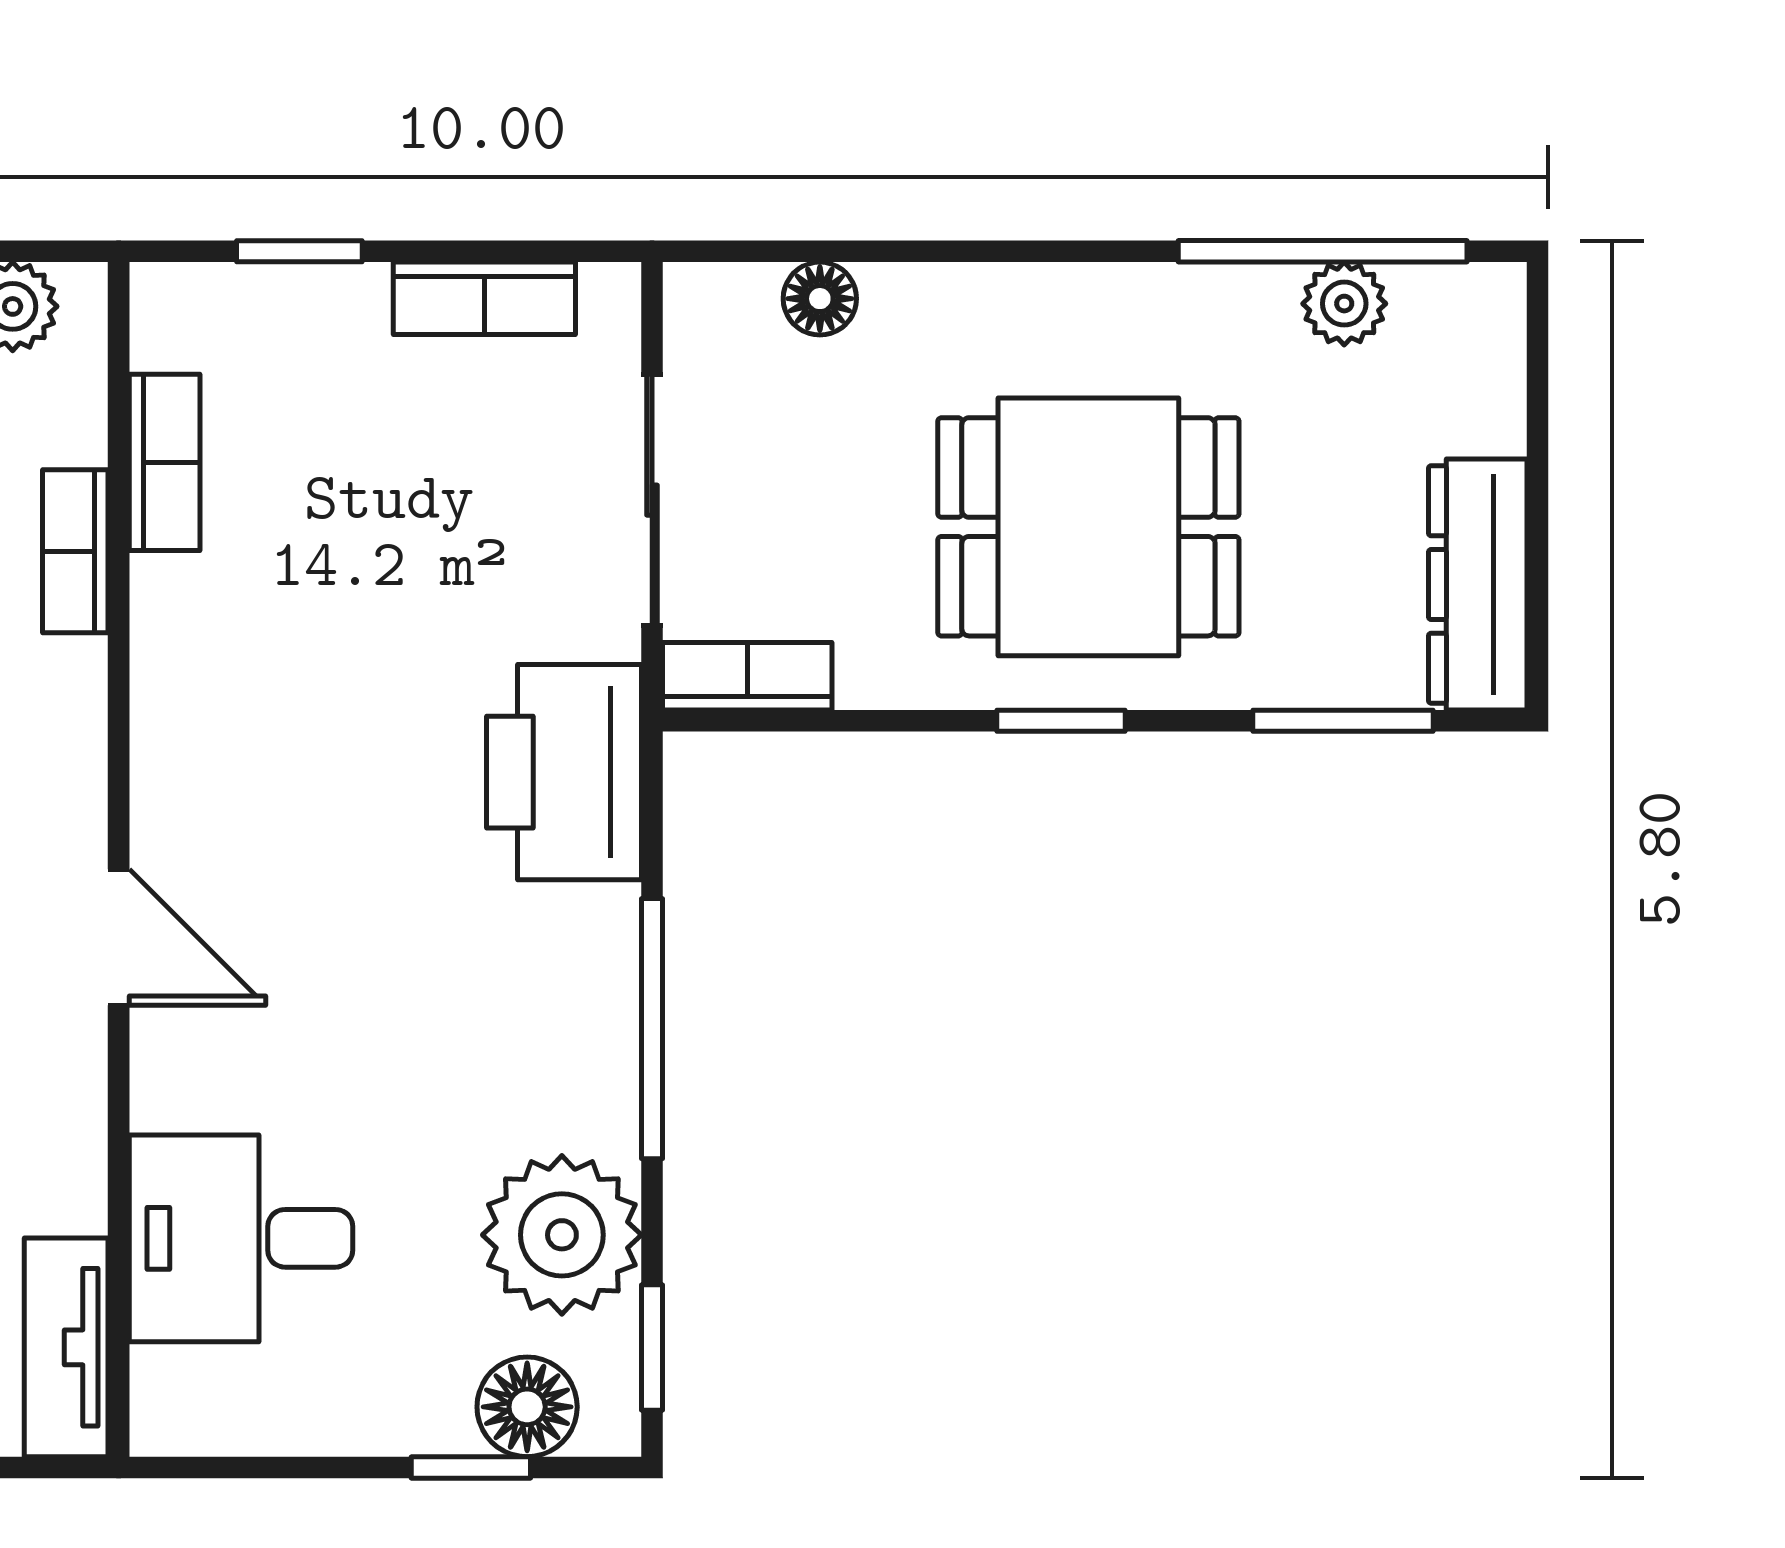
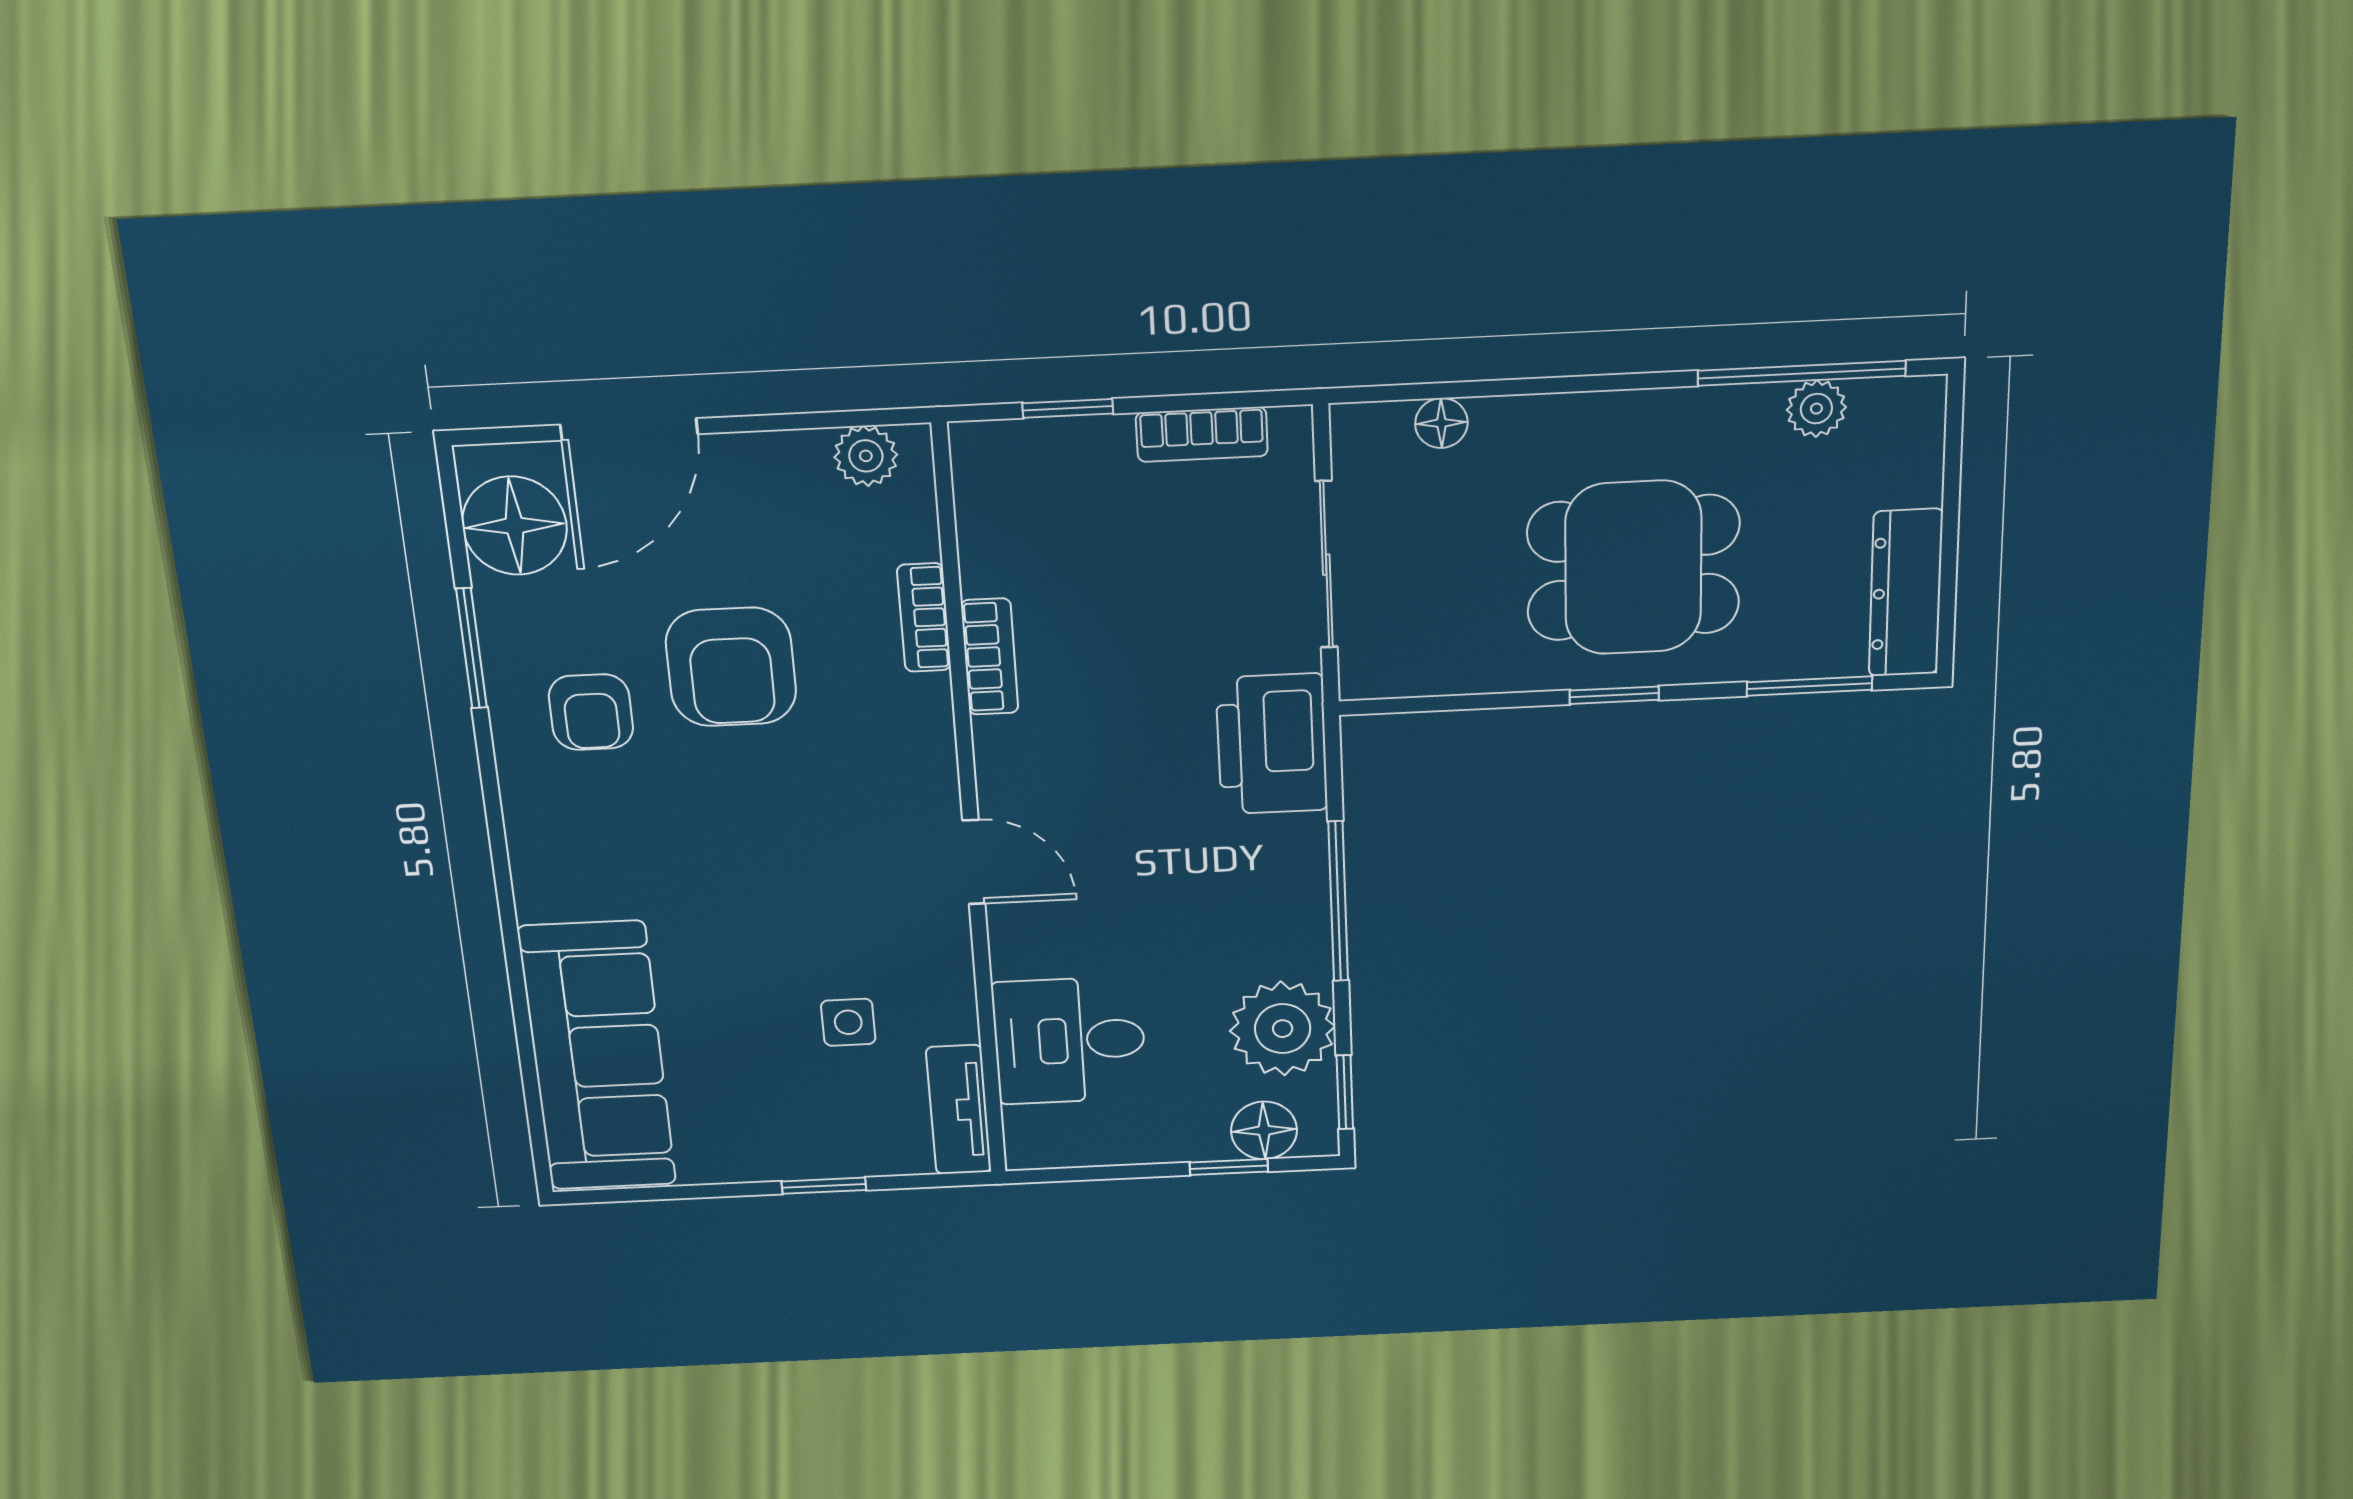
bookcase: (165, 462) -> (990, 657), moved
bookcase: (747, 676) -> (1396, 677), removed

